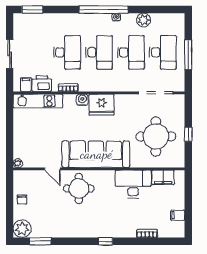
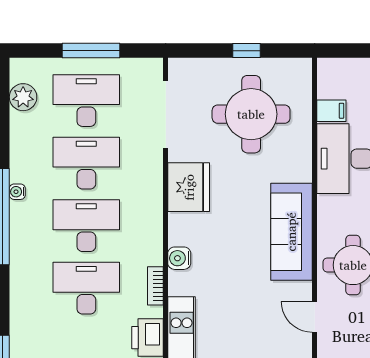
plant: (143, 20) -> (23, 97), moved
fridge: (102, 105) -> (189, 187), moved
sofa: (96, 154) -> (291, 232), width x0.74, depth x0.79
door: (52, 169) -> (315, 317), swing flipped
filing cabinet: (163, 177) -> (331, 111), width x0.50

